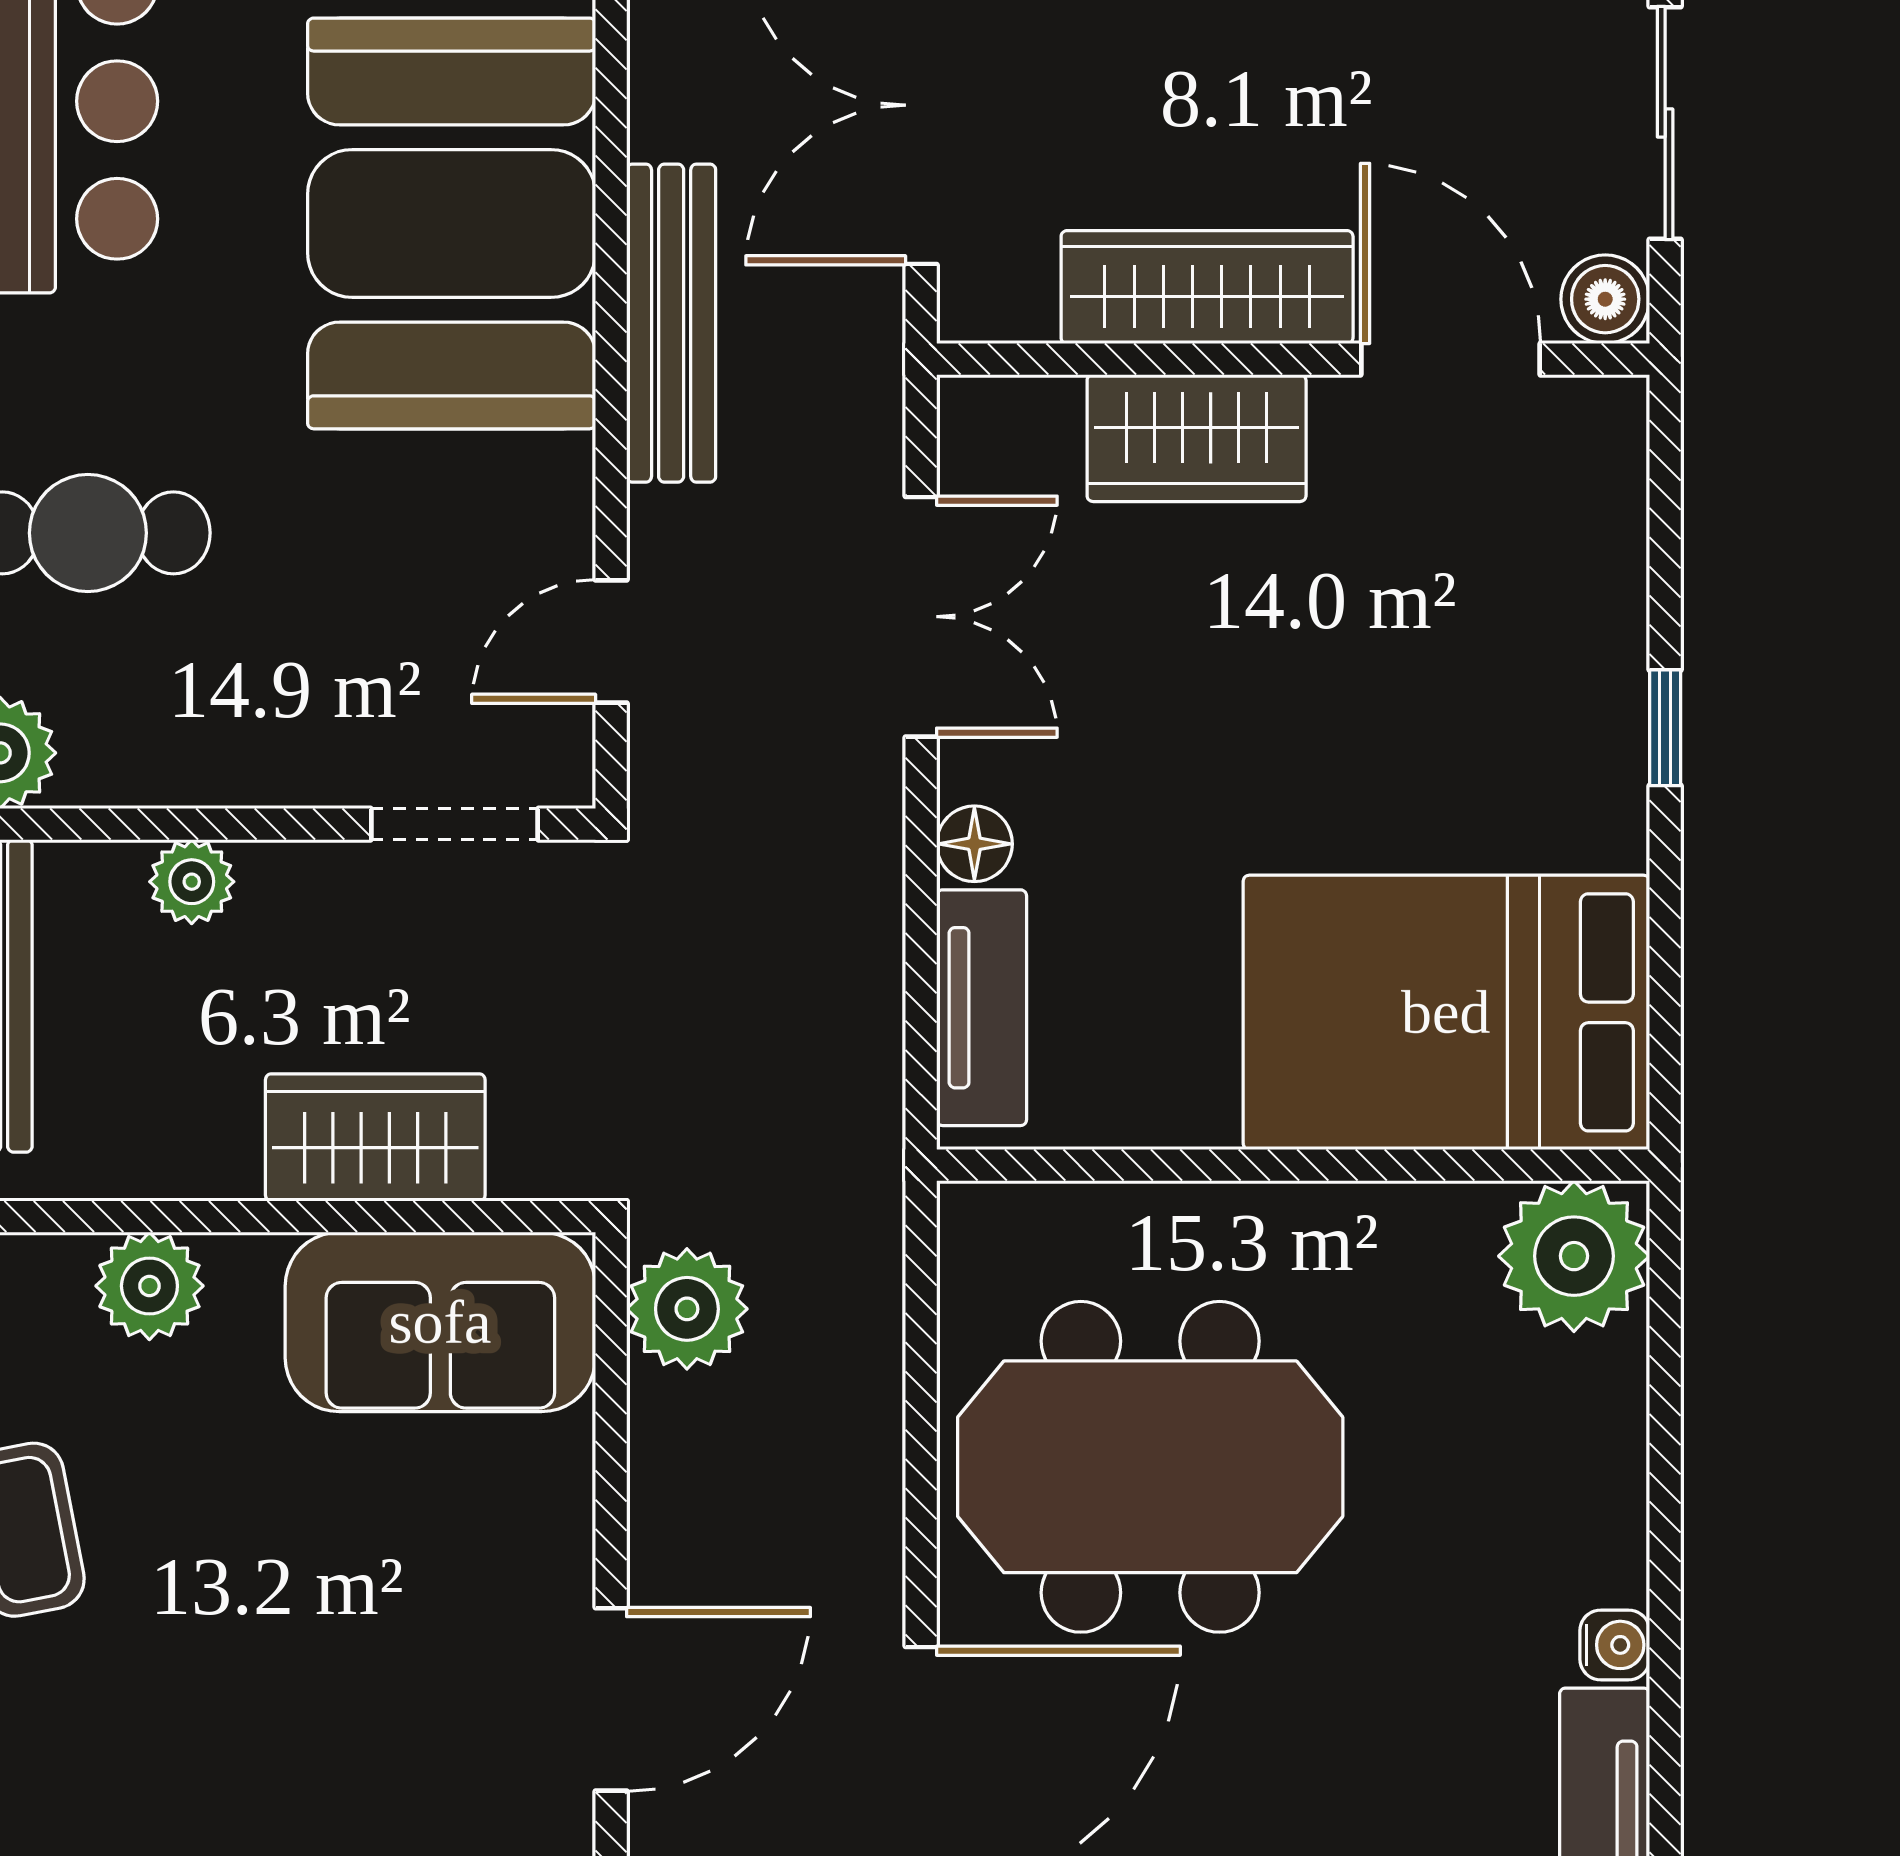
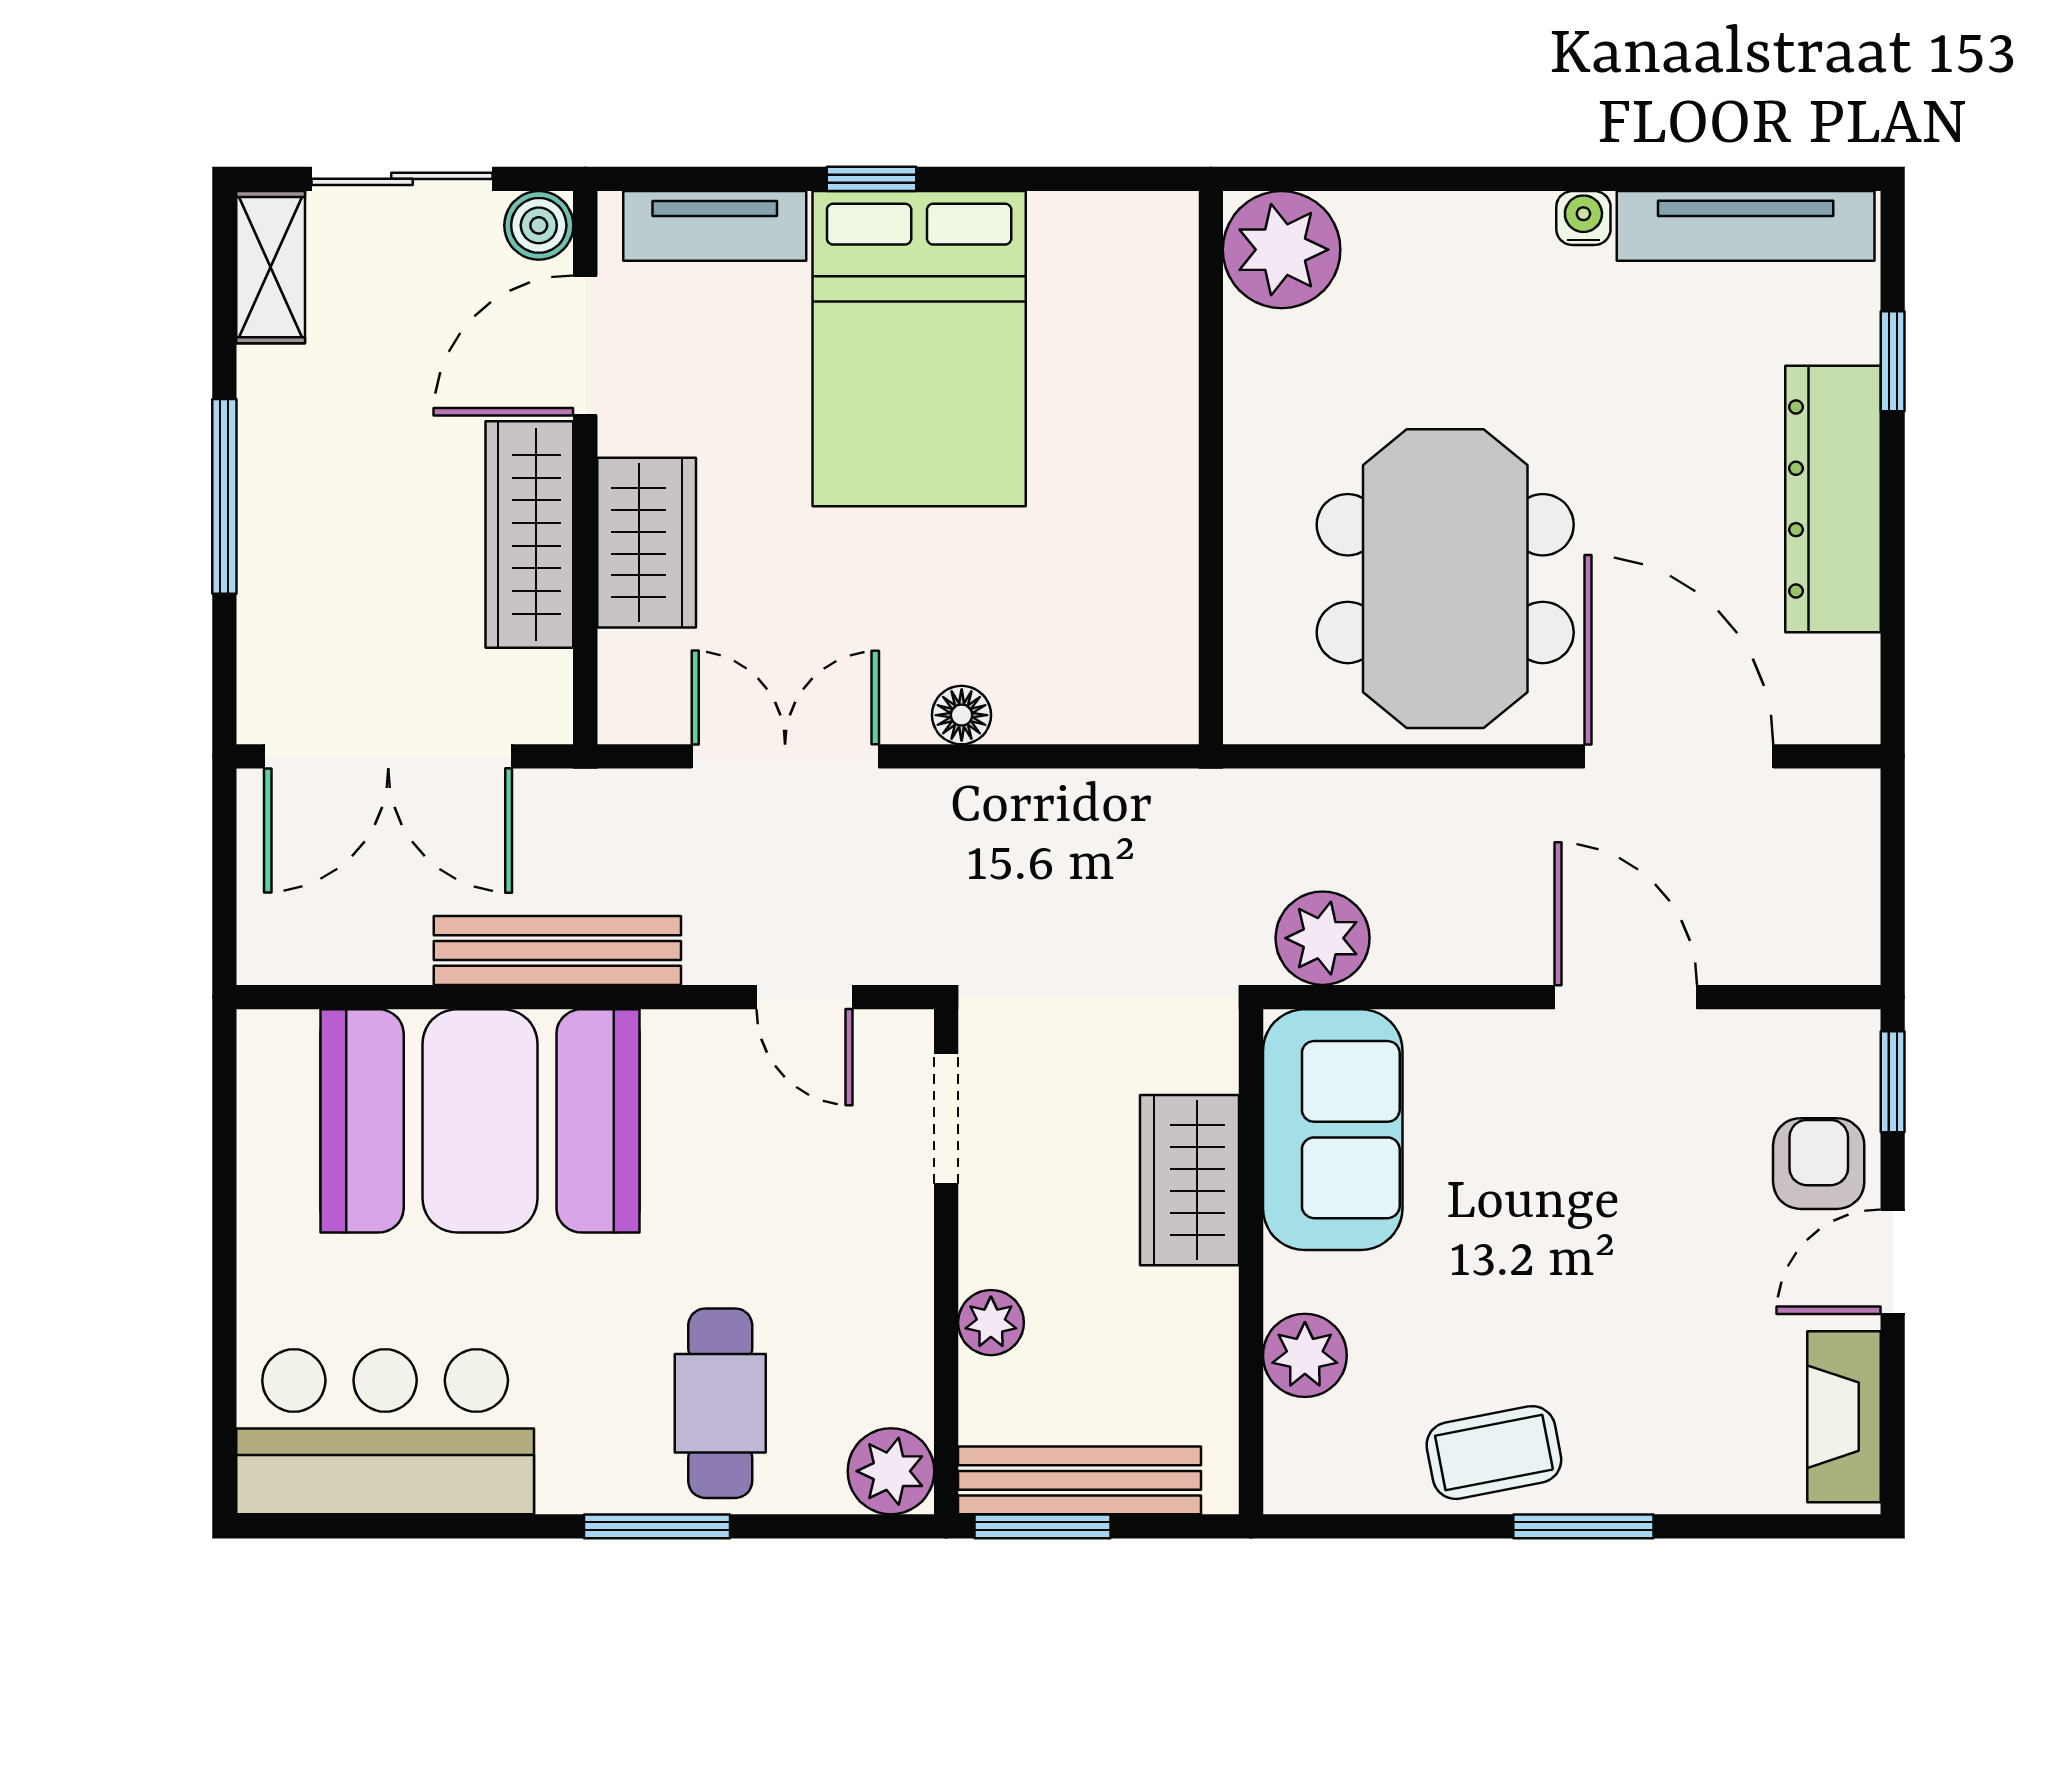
tv unit: (982, 1008) -> (715, 226), moved, turned 180
bed: (1446, 1012) -> (919, 349), moved

